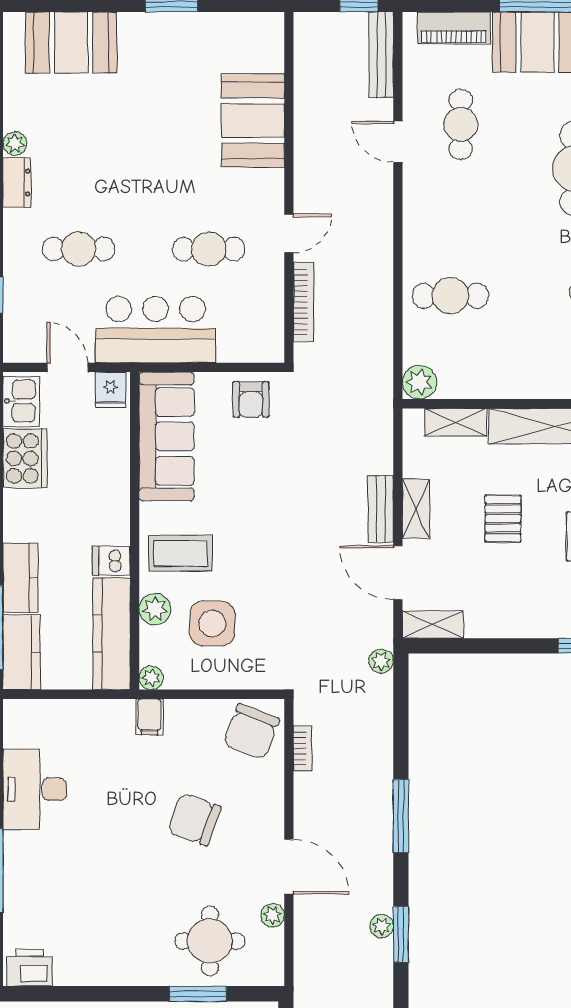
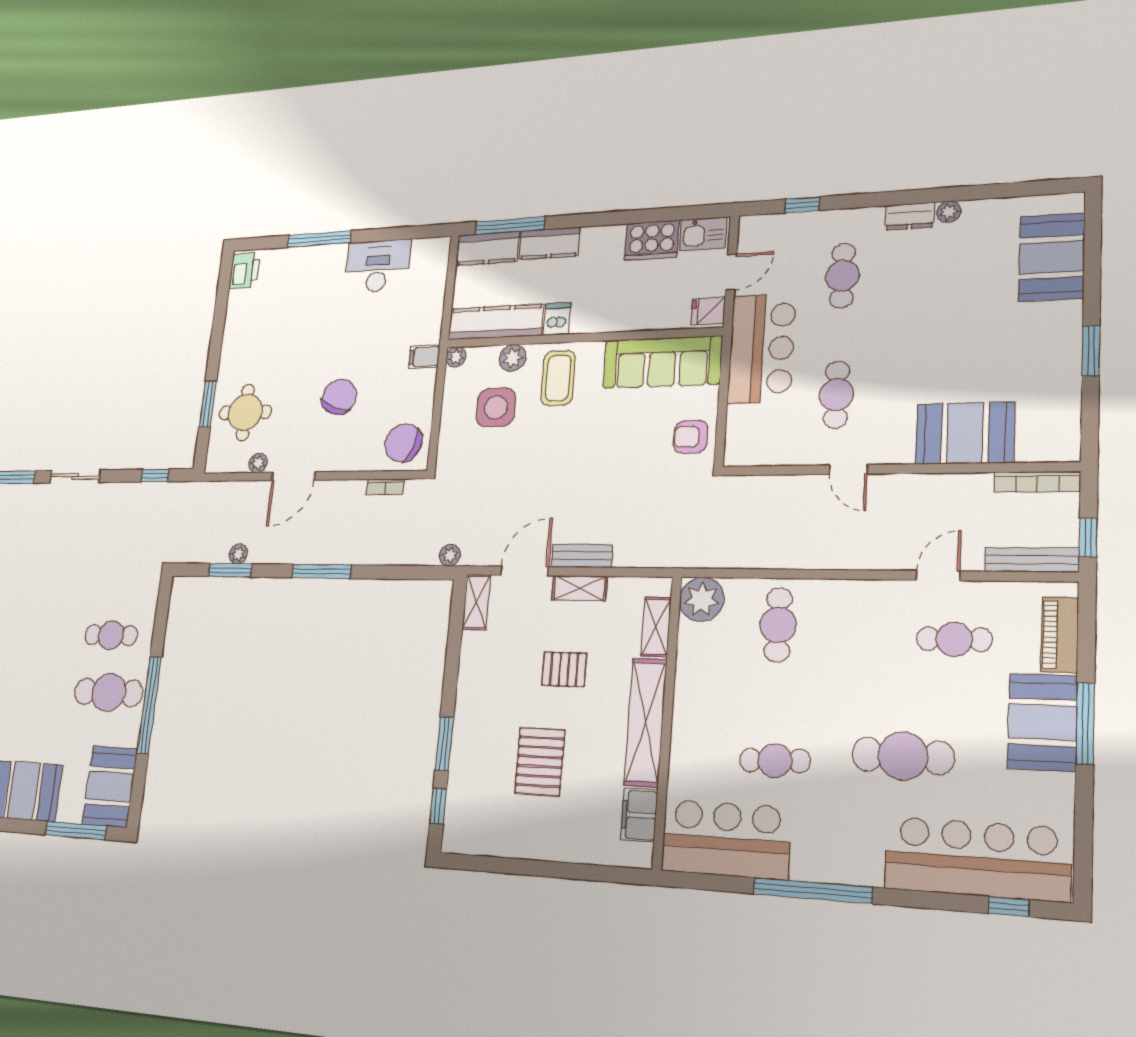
bookcase: (304, 302) -> (1037, 482), moved
plant: (419, 382) -> (702, 599), width x1.36, depth x1.36

